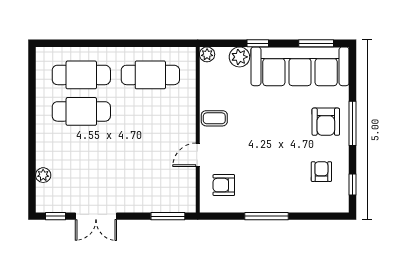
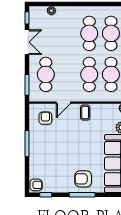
cafe table: (150, 111) -> (89, 74), added
door: (198, 155) -> (63, 103), swing flipped
armchair: (321, 172) -> (36, 185), moved
cafe table: (150, 184) -> (46, 74), added
double door: (96, 216) -> (27, 42), swing flipped

